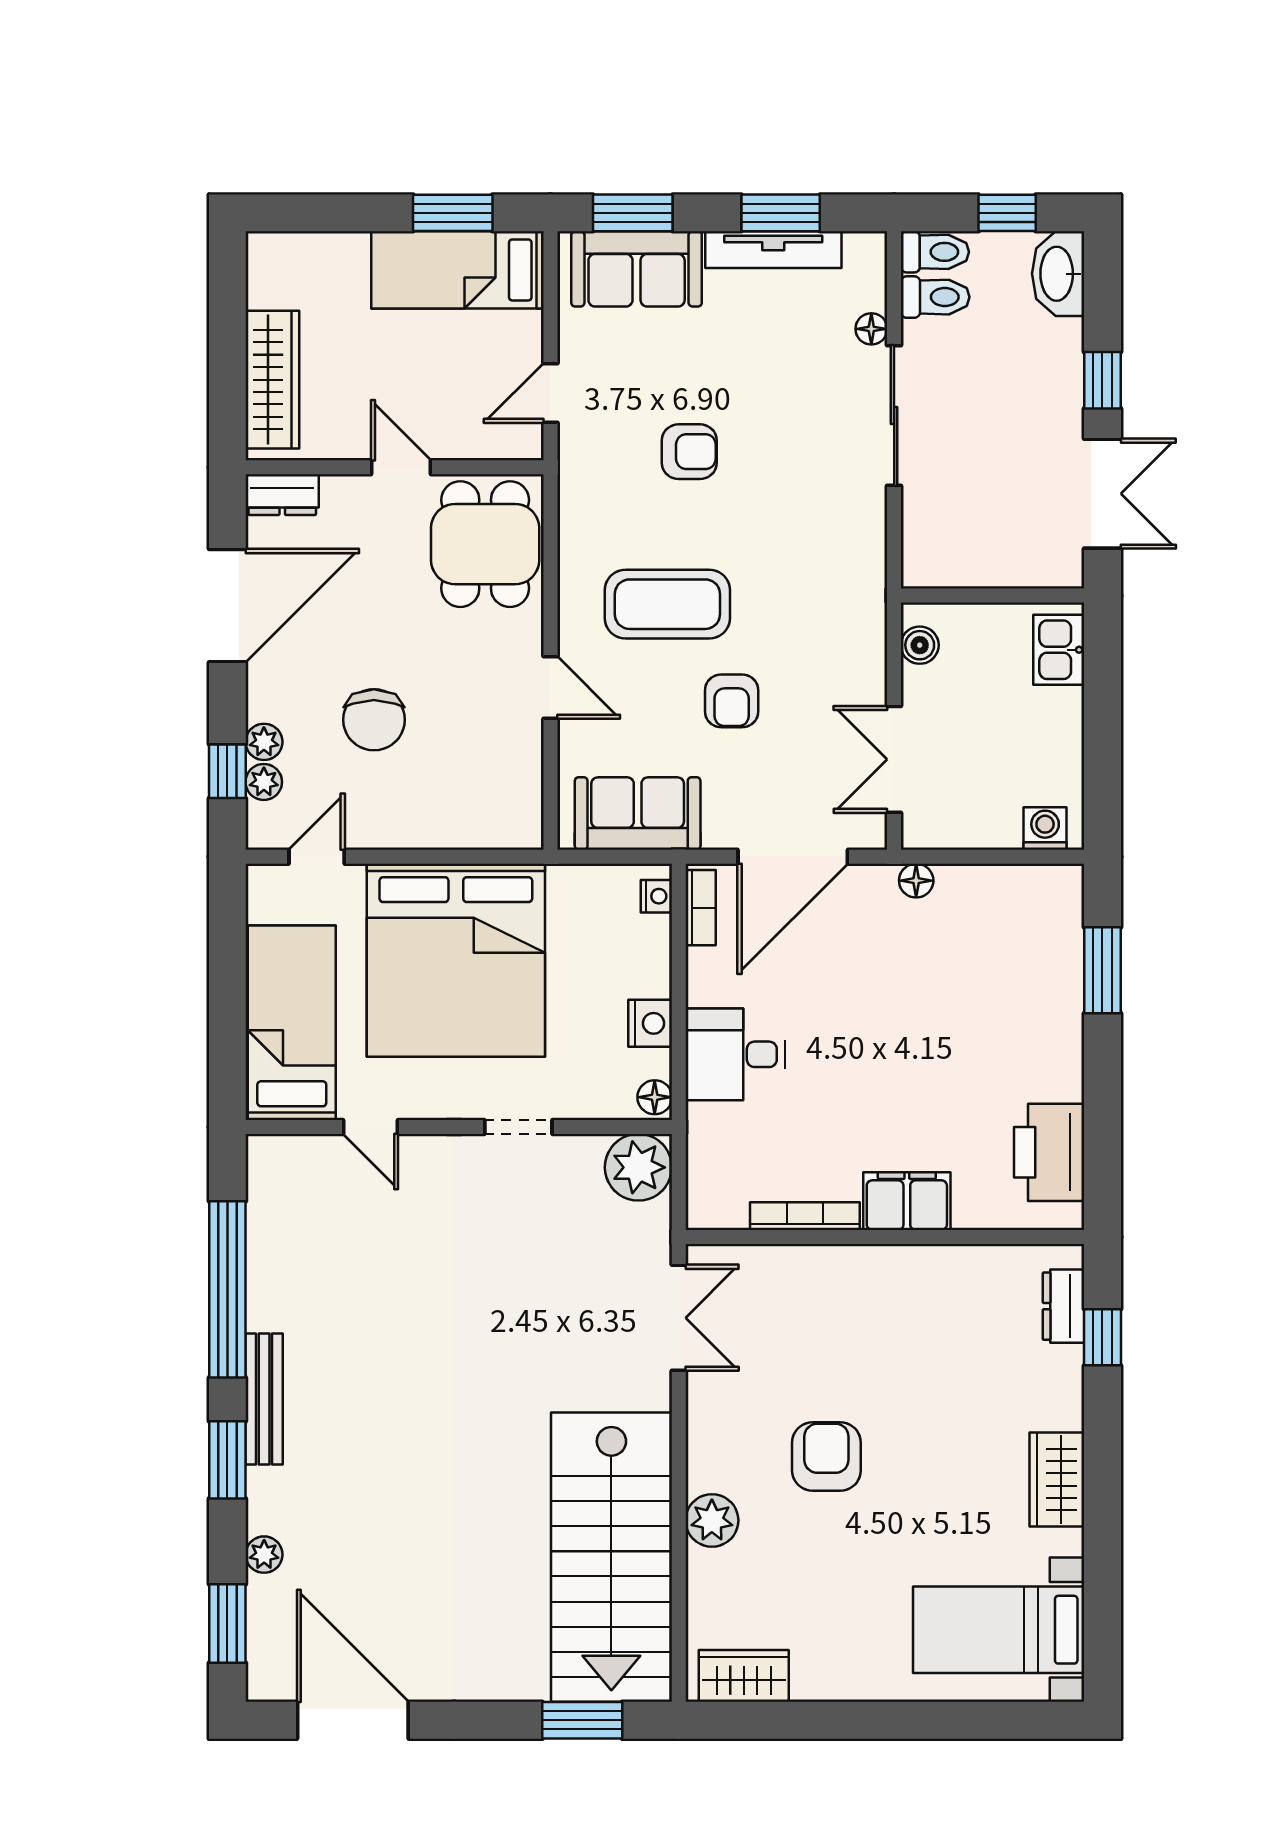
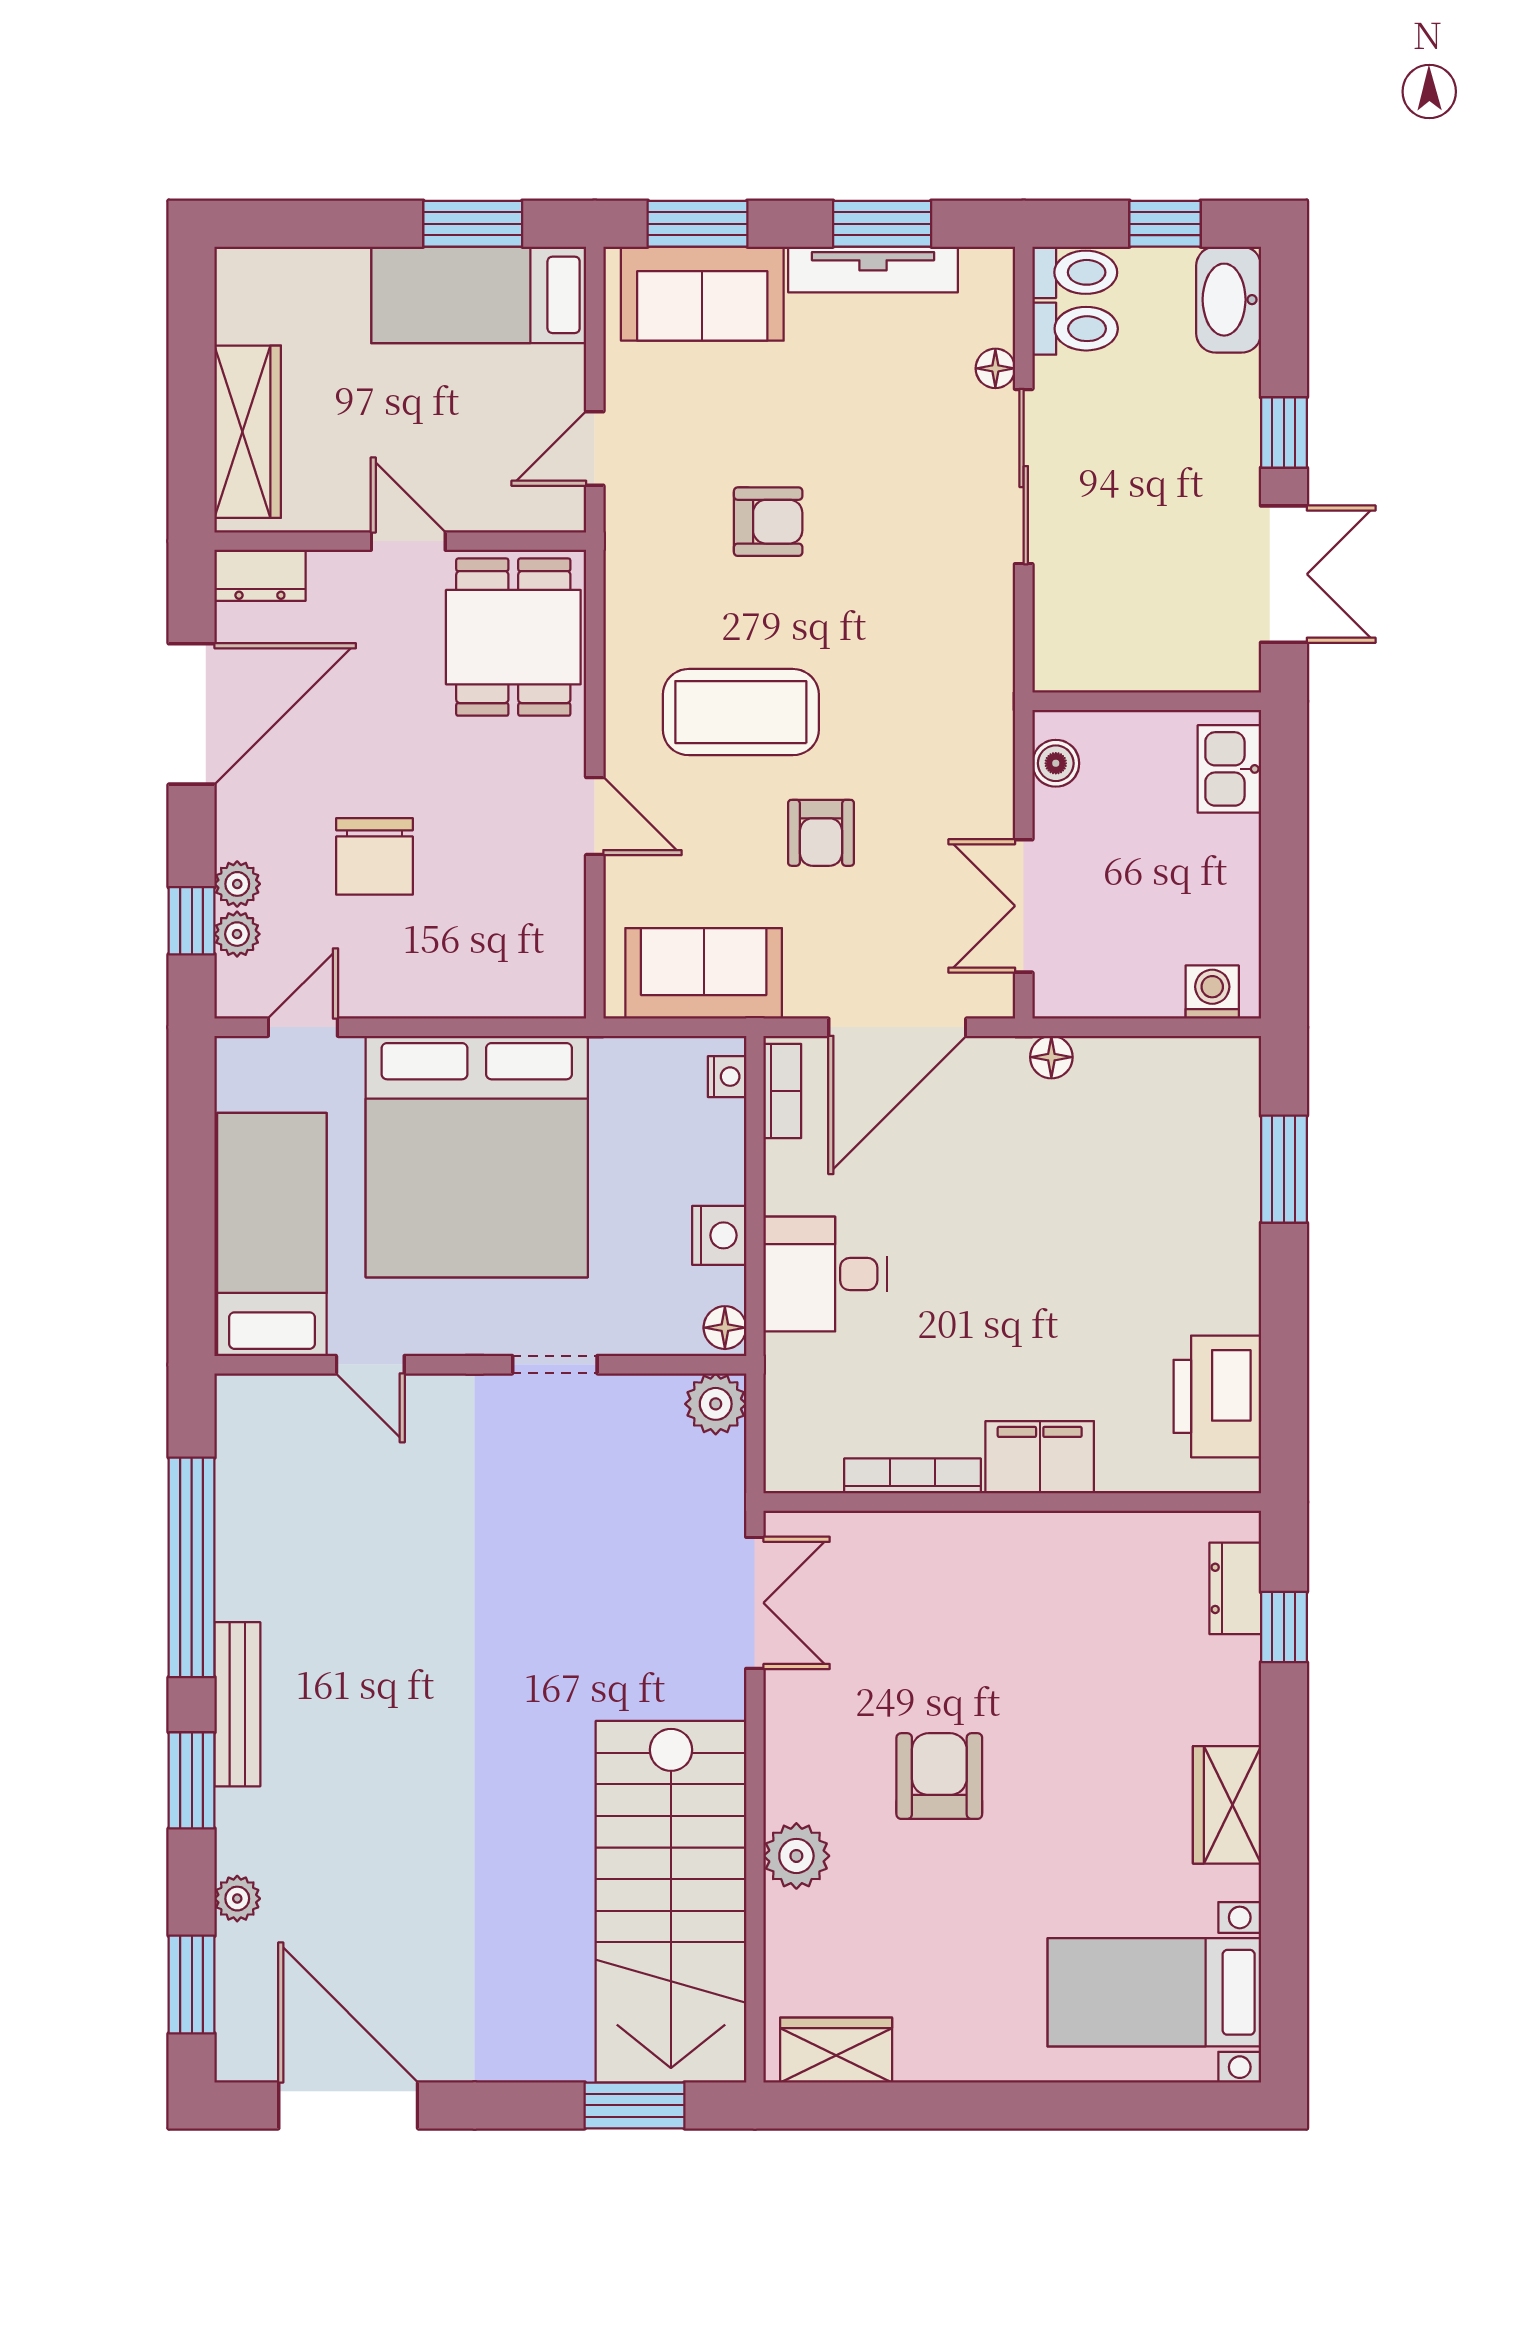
plant: (638, 1167) -> (716, 1404), width x0.73, depth x0.73

